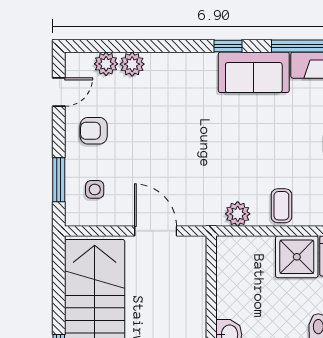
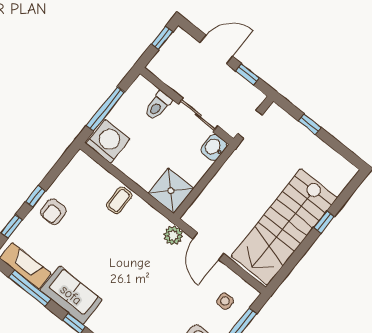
plant: (238, 214) -> (173, 235), moved
shower: (297, 257) -> (171, 191), moved

